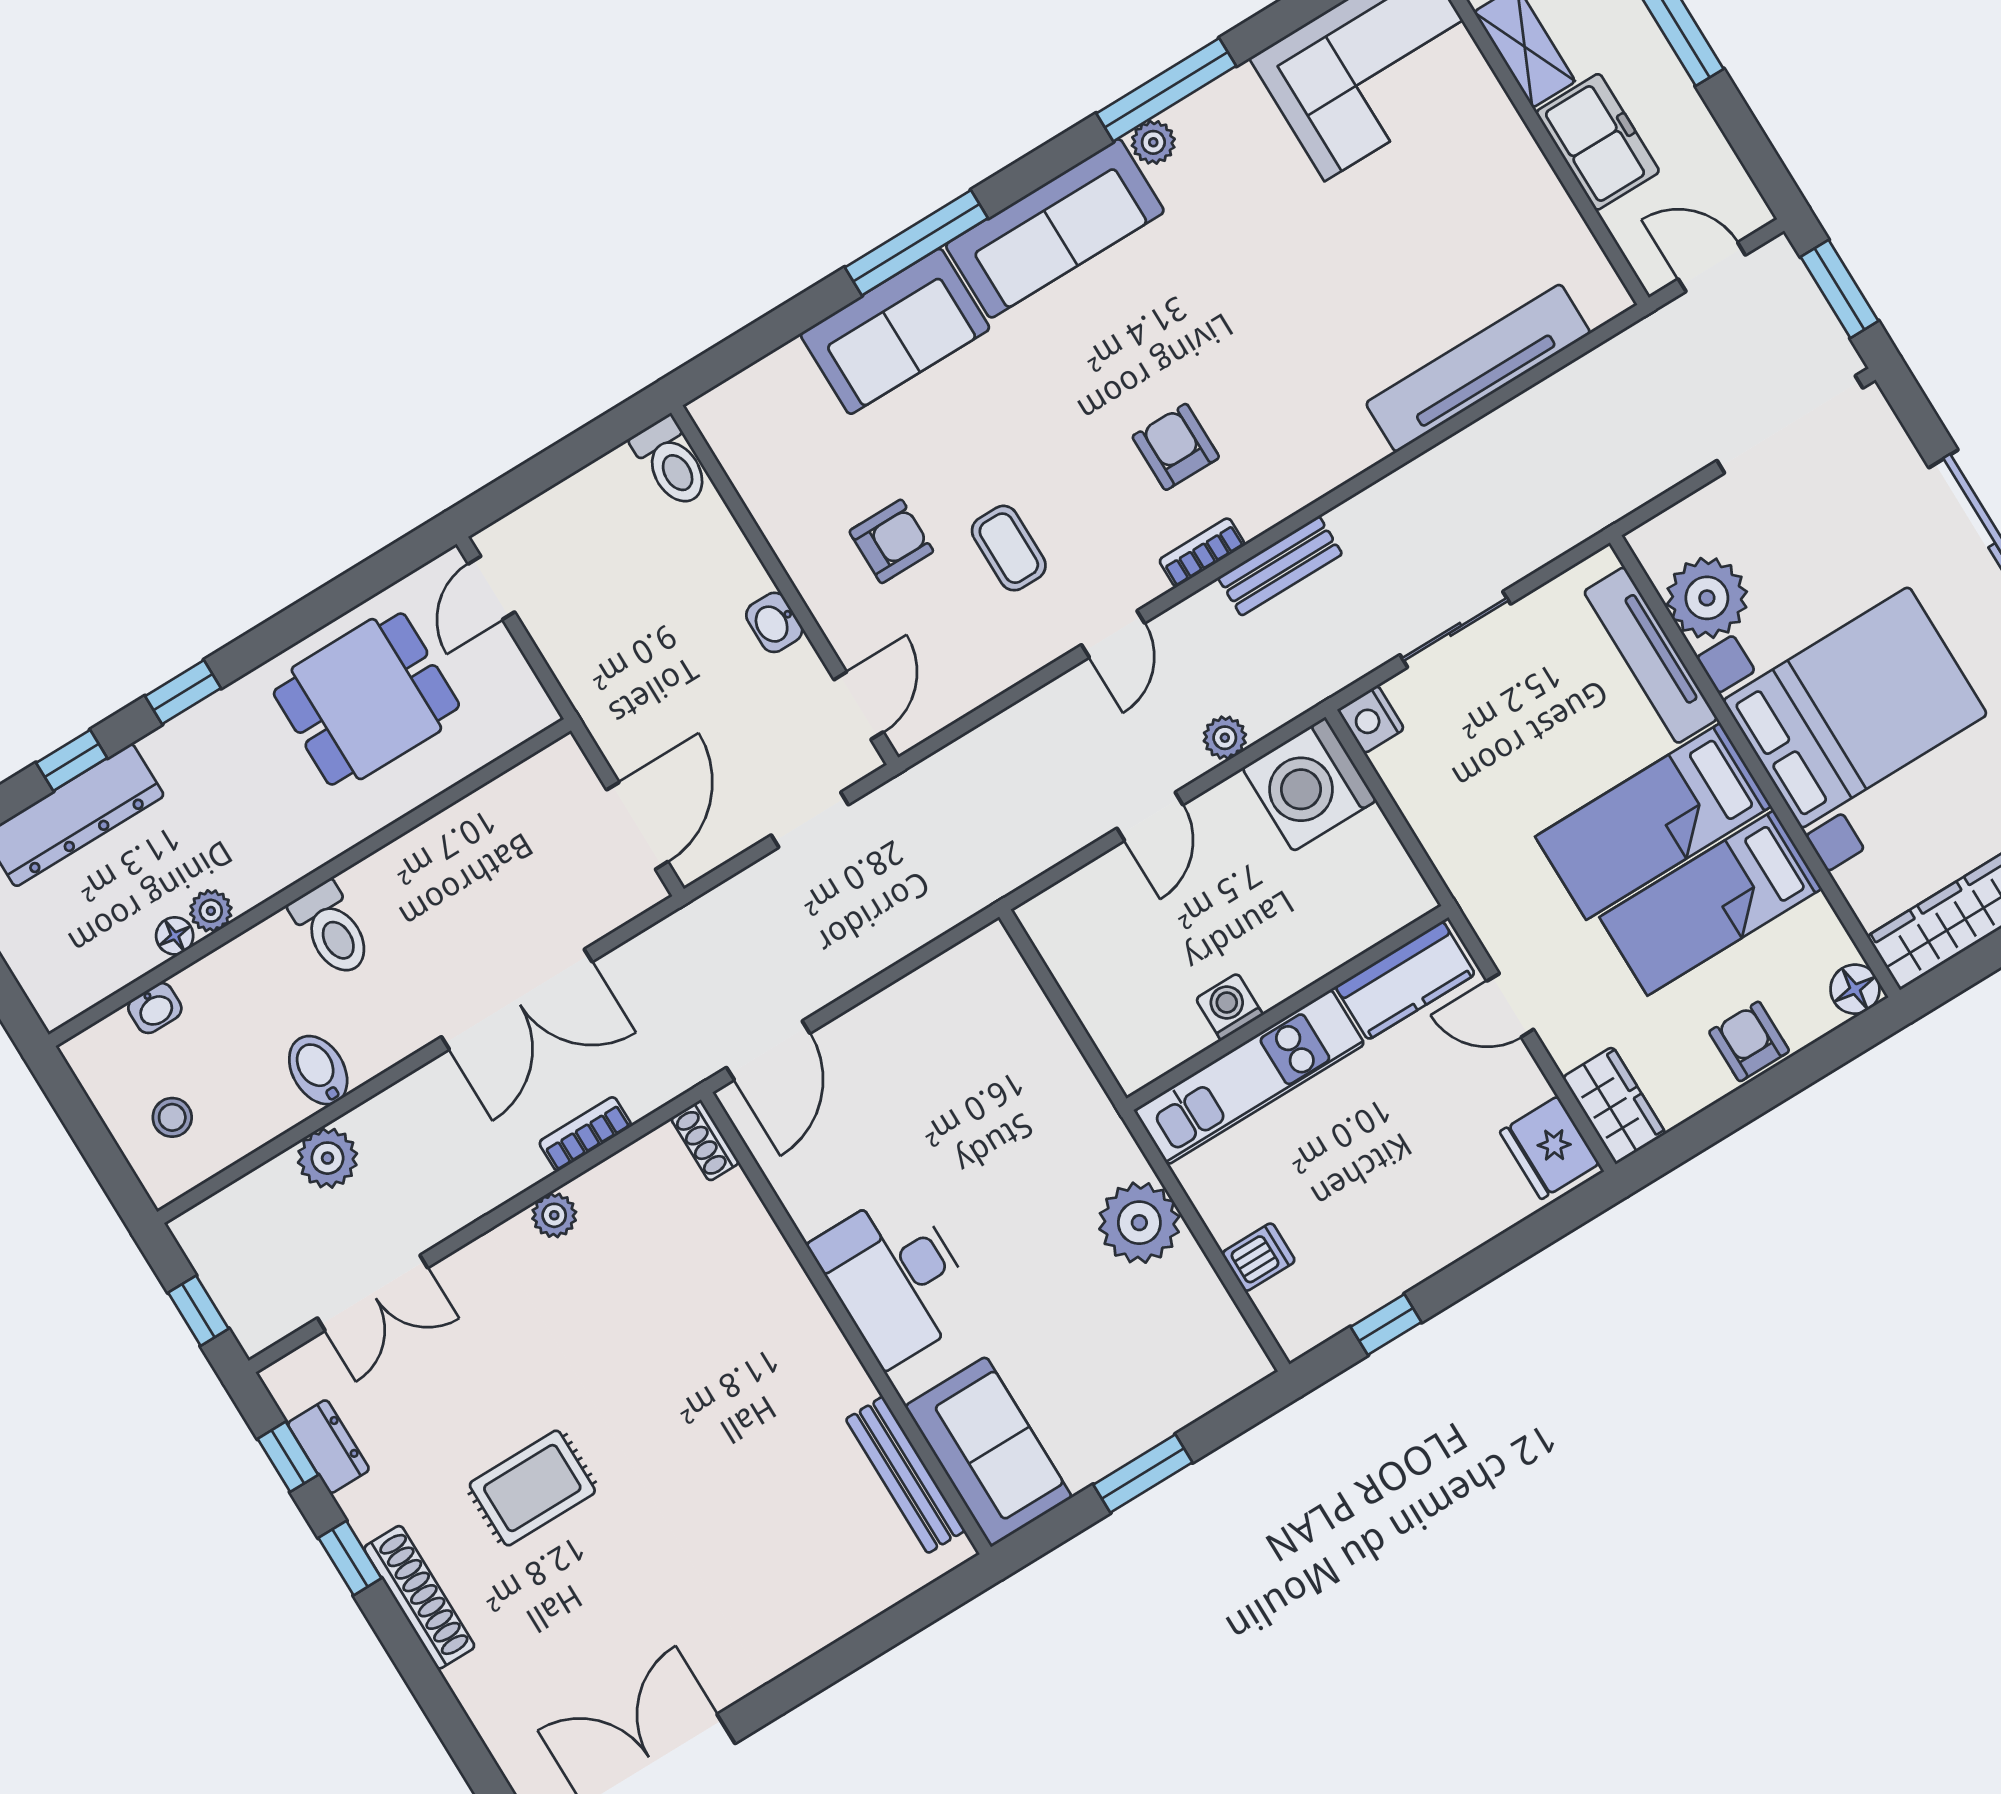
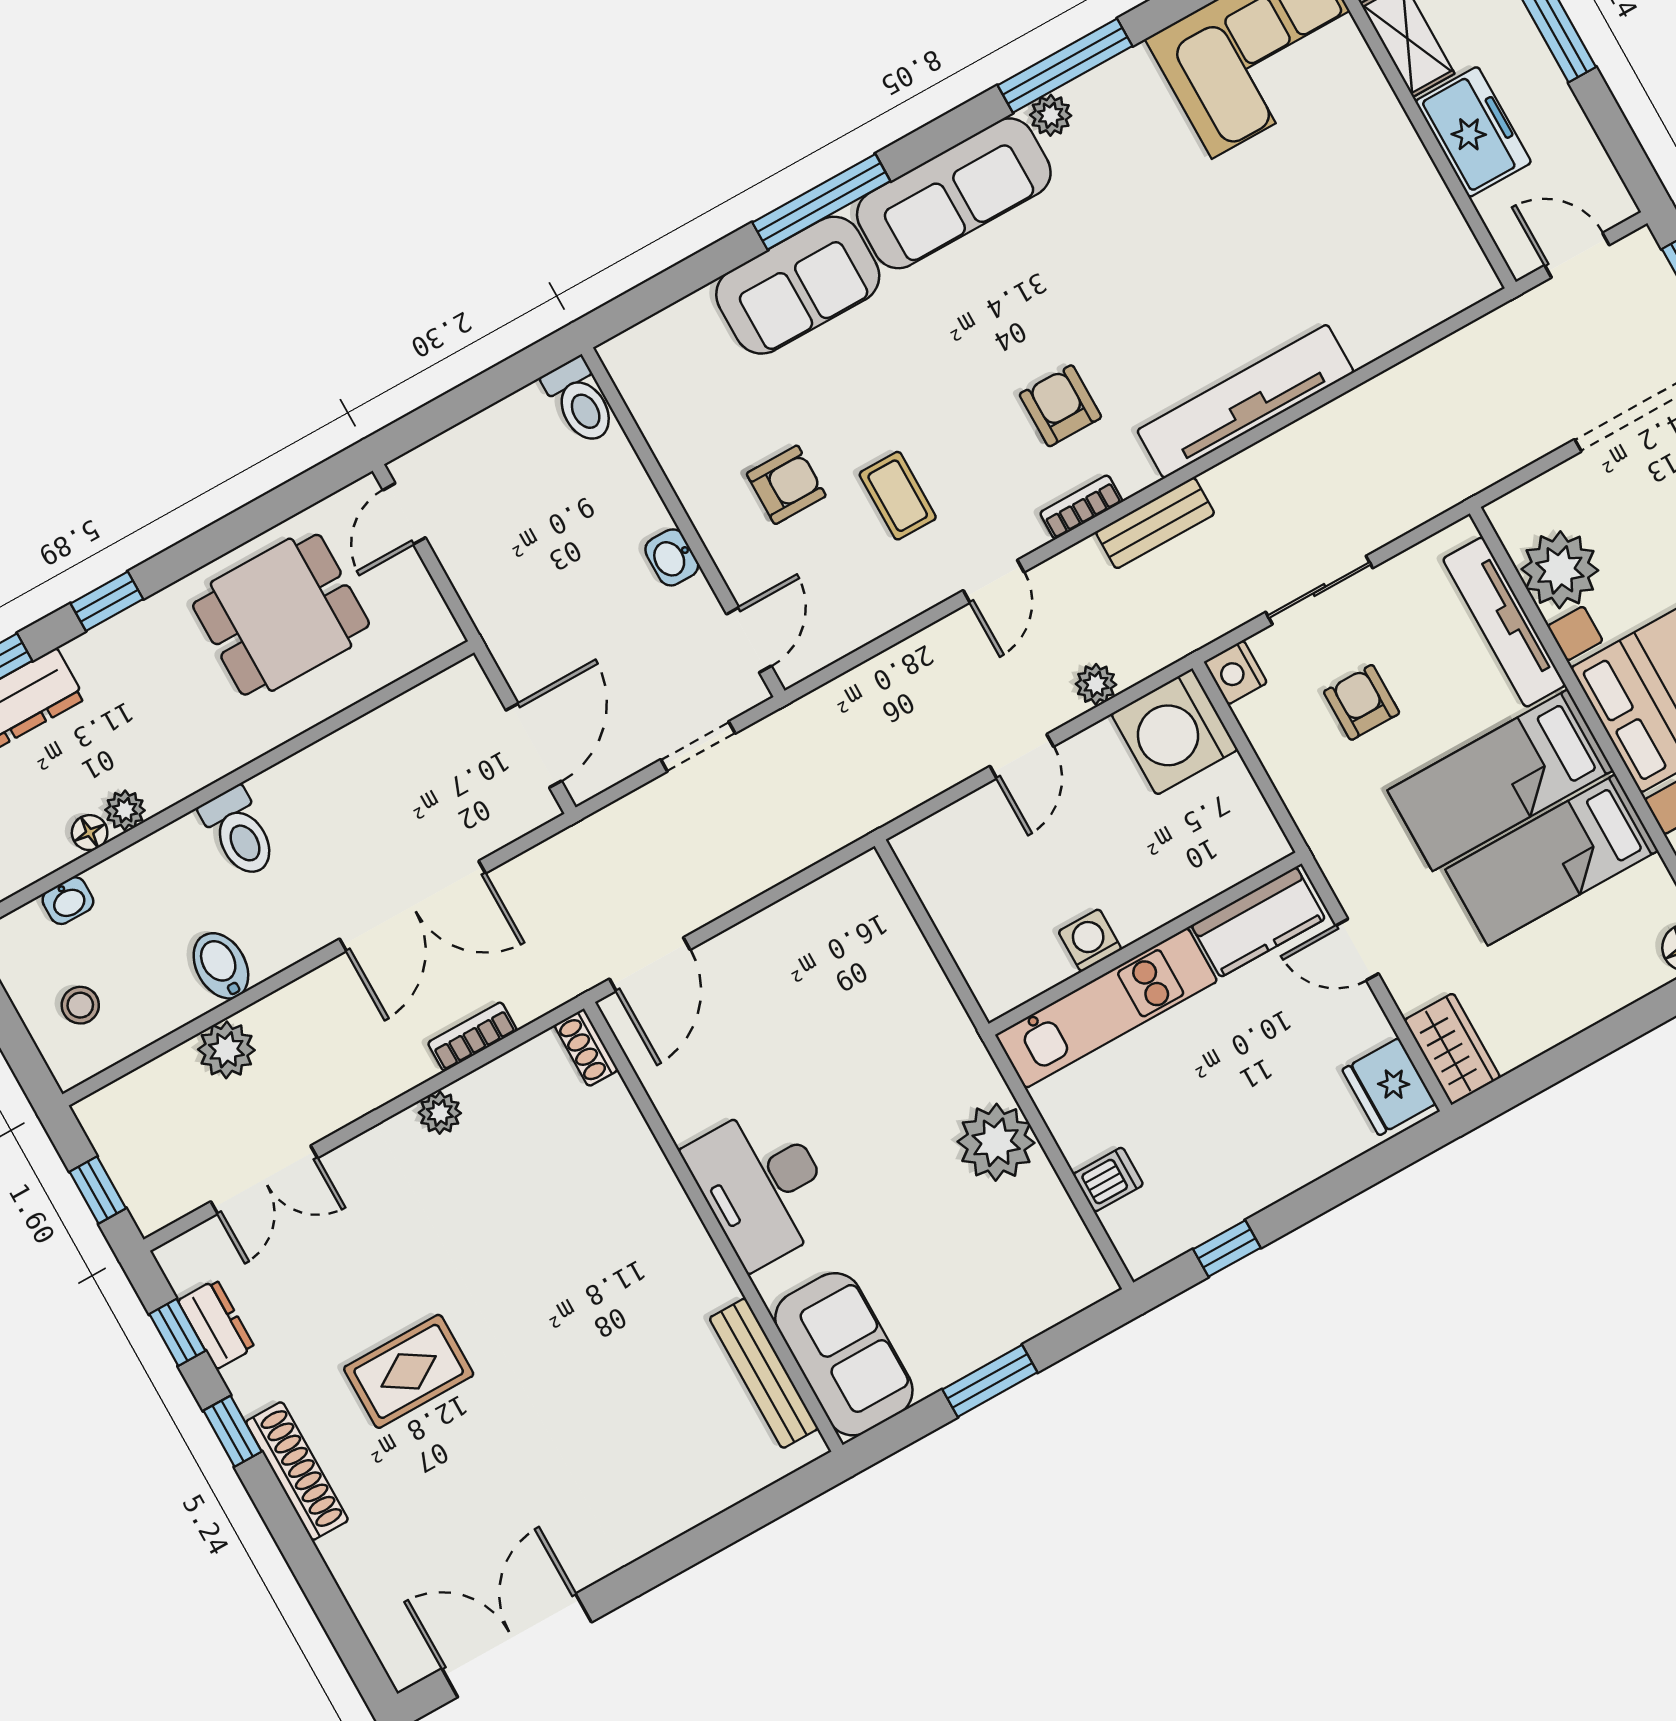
tv unit: (1478, 368) -> (1245, 401), moved
armchair: (1749, 1041) -> (1362, 702), moved

